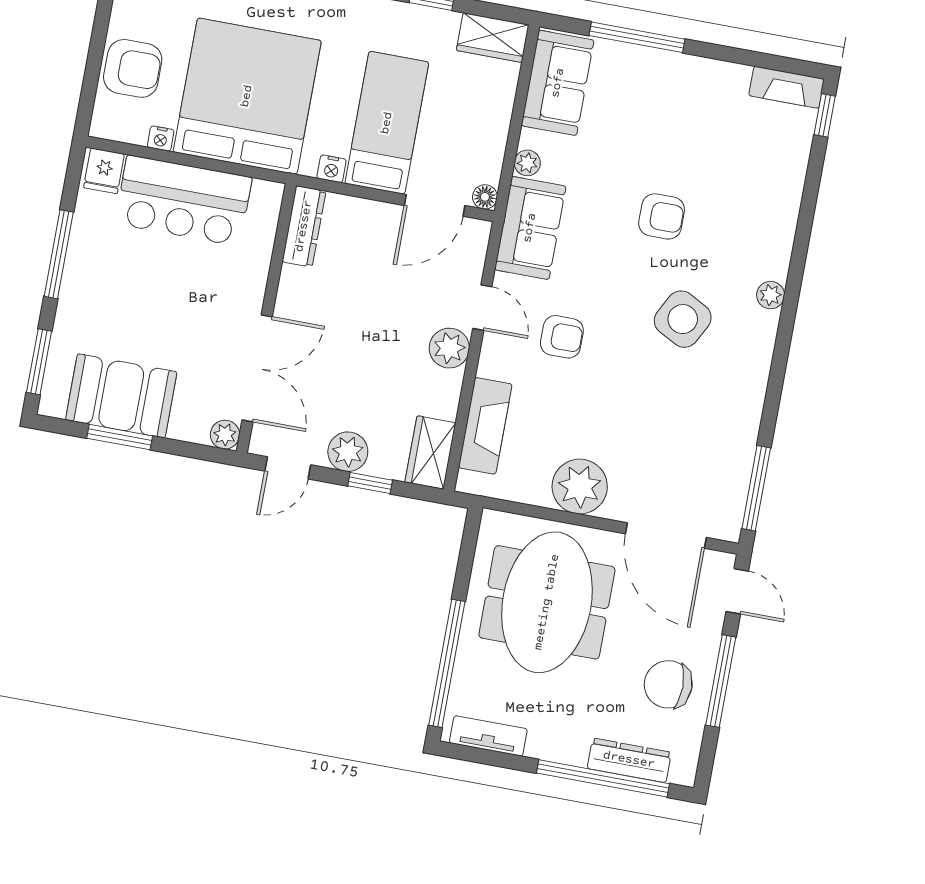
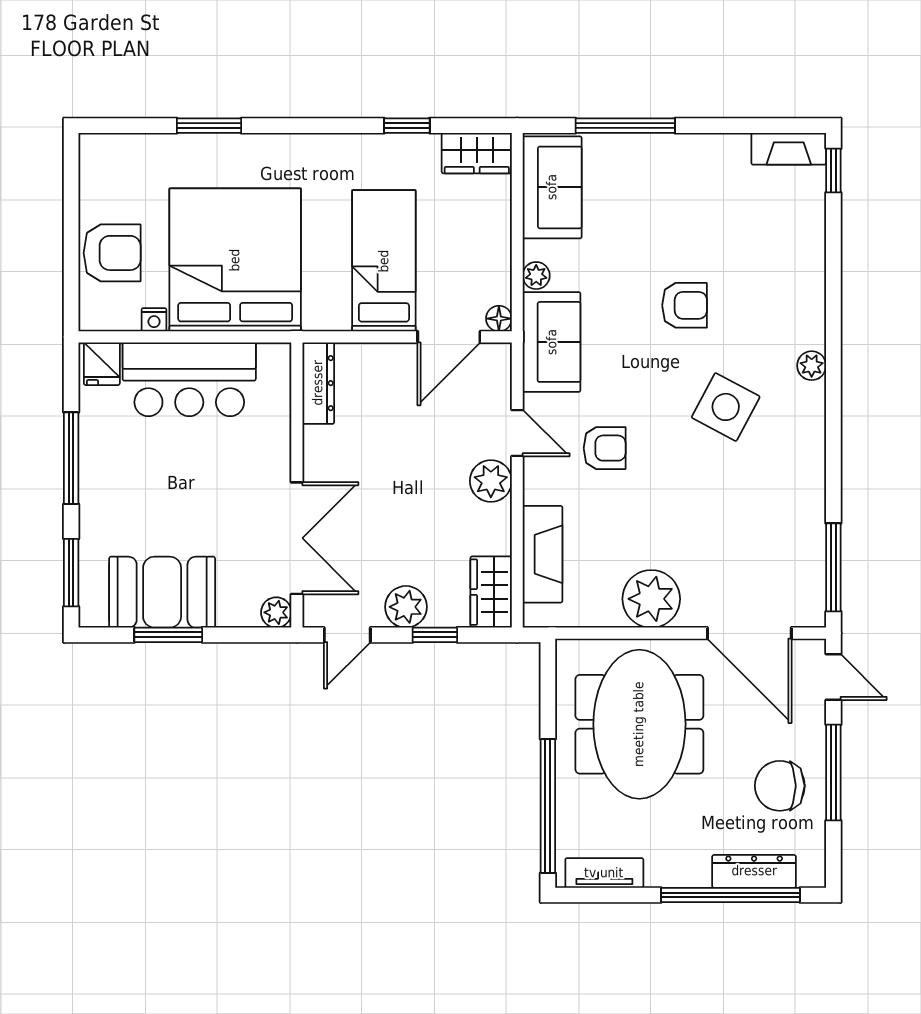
nightstand: (331, 169) -> (336, 319), removed

